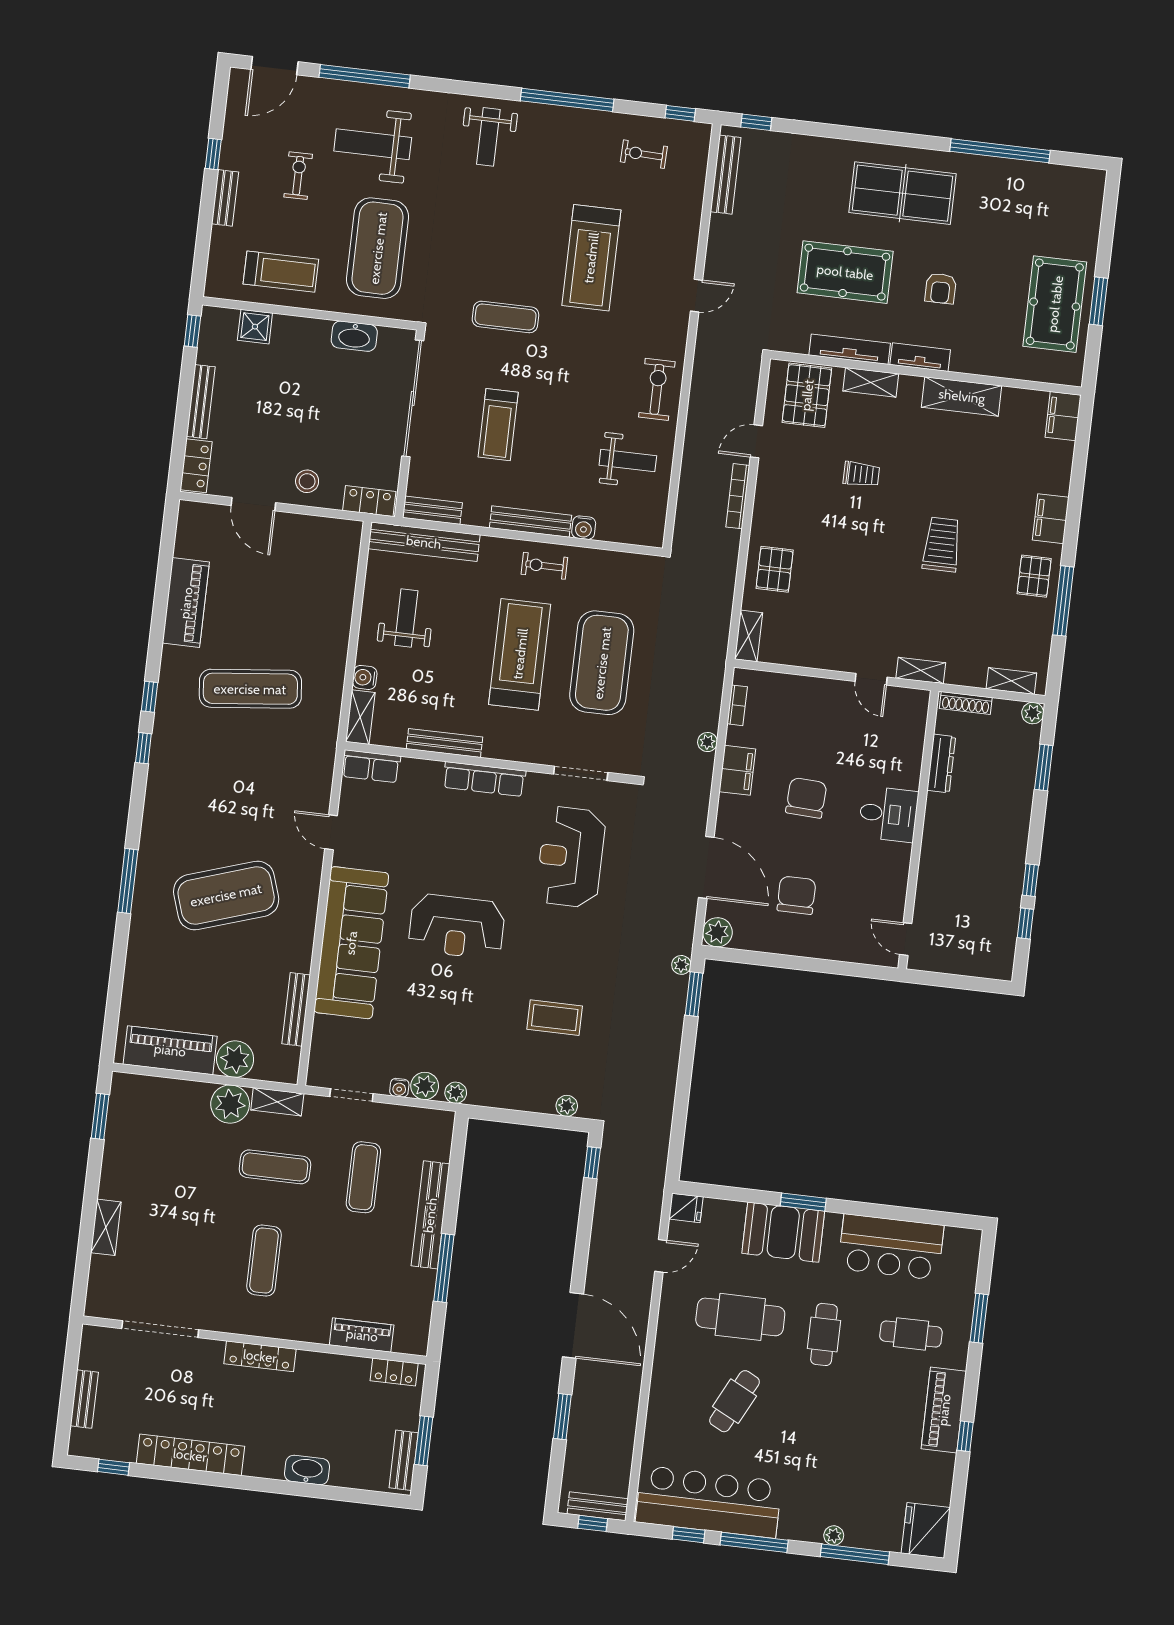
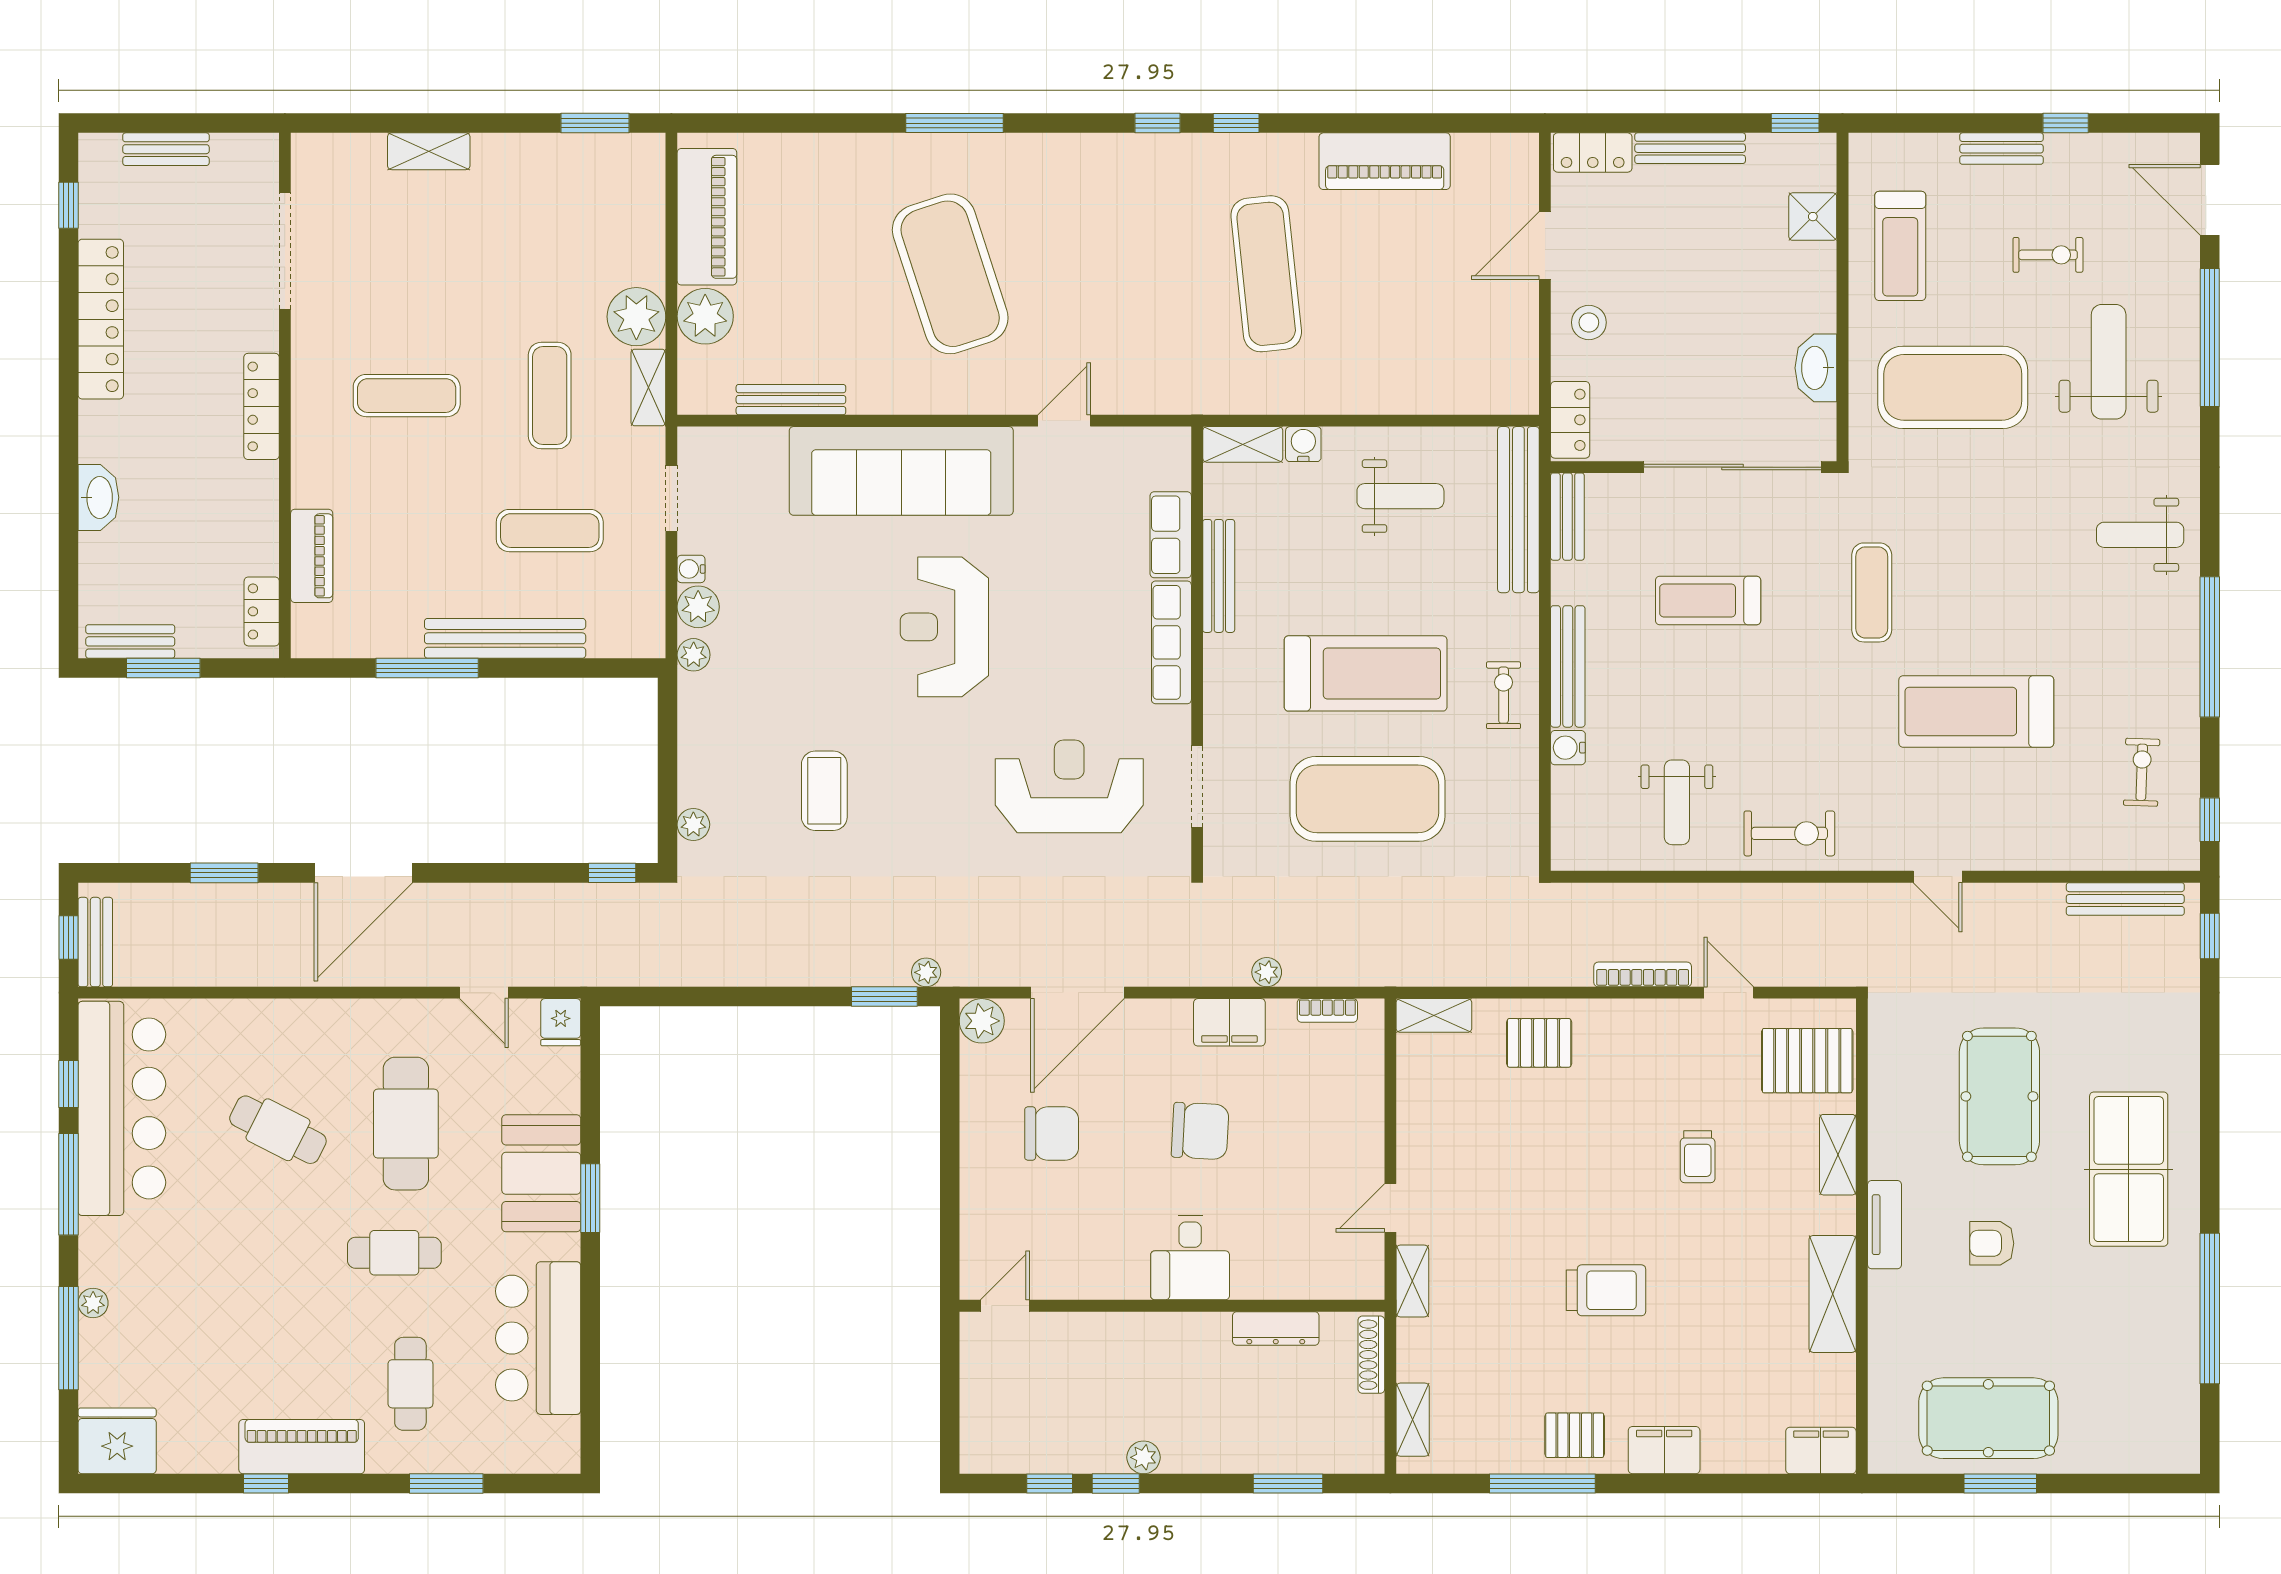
tv unit: (850, 349) -> (1884, 1117), removed
plant: (1033, 713) -> (1143, 1457), moved
row of seats: (371, 766) -> (1171, 535), moved

